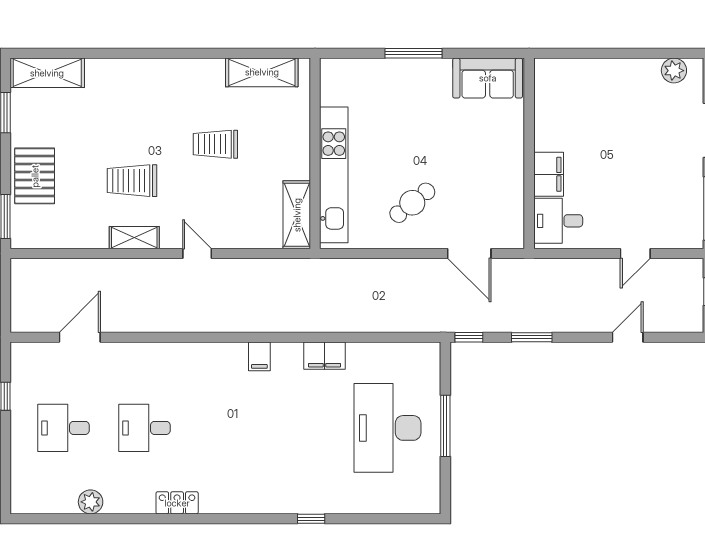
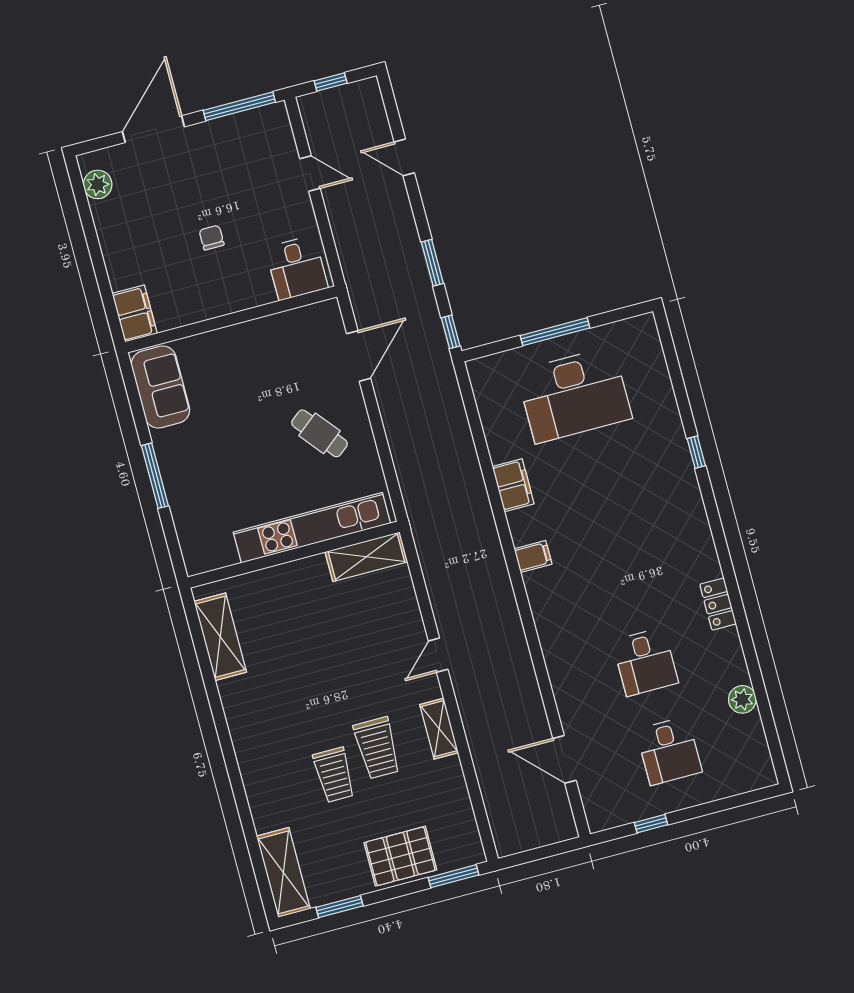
trolley: (215, 144) -> (334, 775), moved
chair: (603, 155) -> (212, 238), added
filing cabinet: (549, 174) -> (135, 313), moved, turned 90

